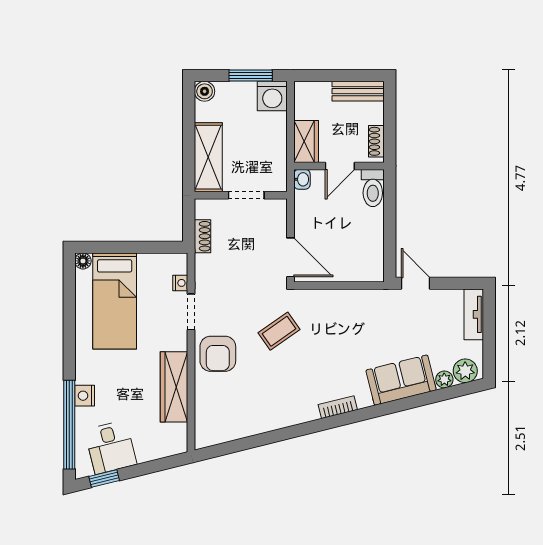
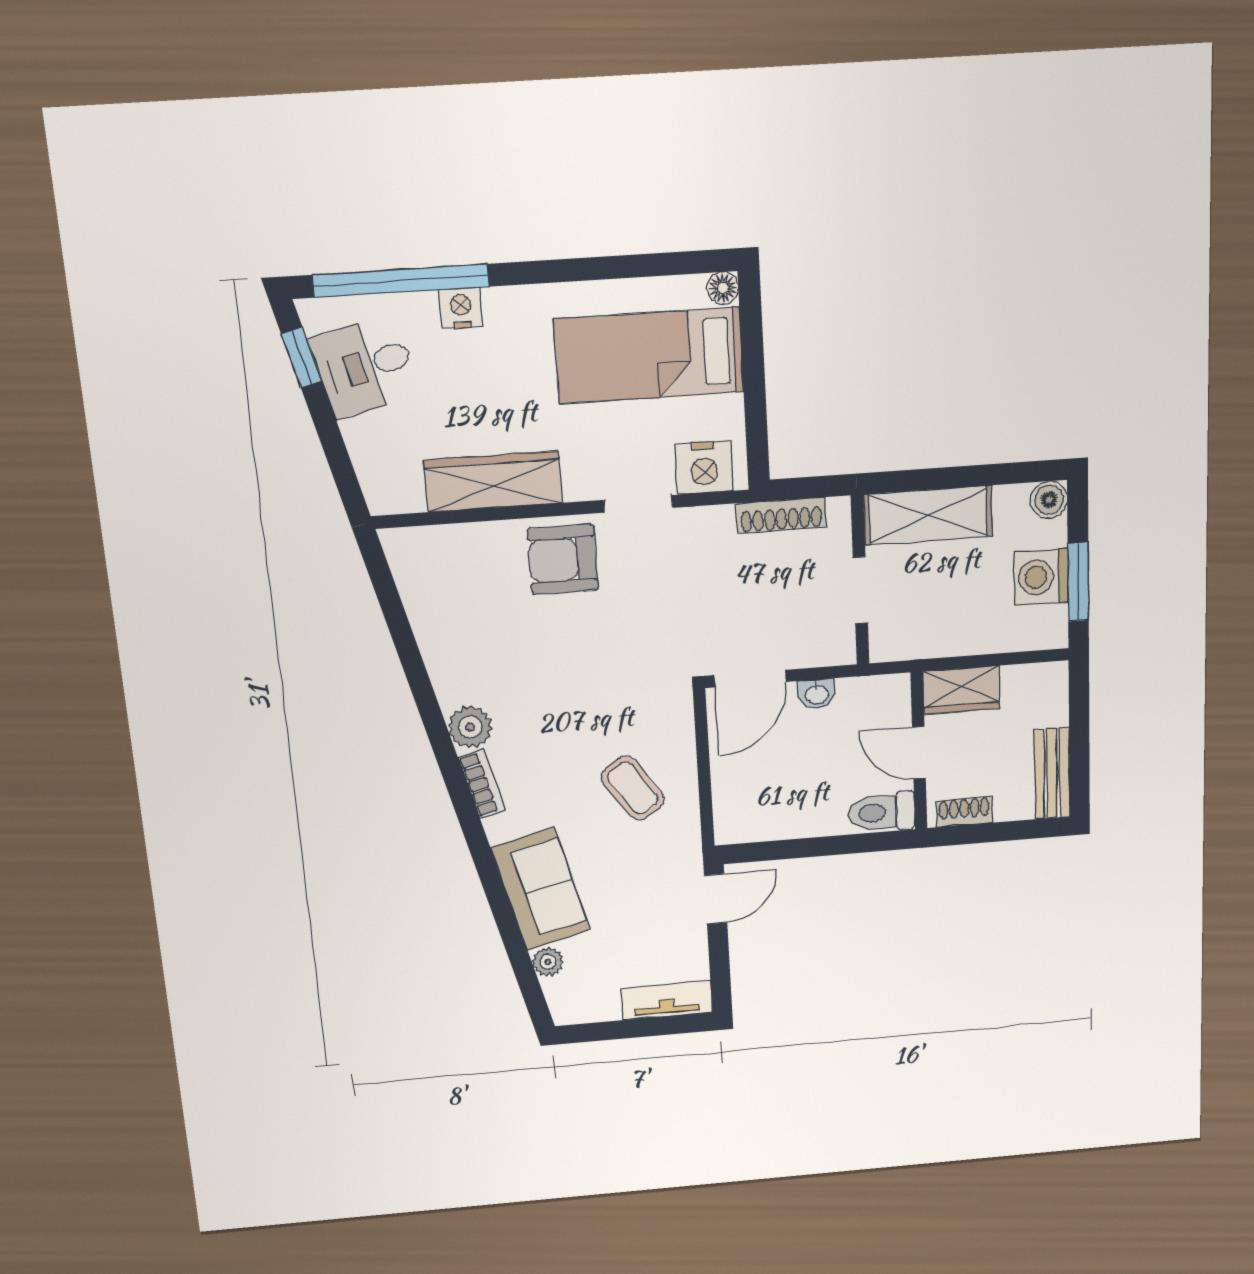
washing machine: (272, 96) -> (1041, 577), moved
washbasin: (302, 179) -> (817, 694), moved
shoe rack: (203, 236) -> (781, 515), width x1.43
nightstand: (180, 283) -> (704, 468), width x1.89, depth x1.79
coffee table: (279, 331) -> (633, 788), moved
plant: (465, 371) -> (470, 727), moved

